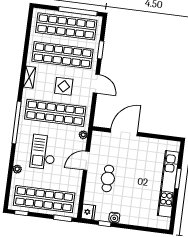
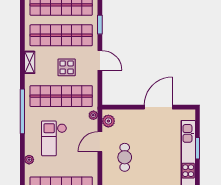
door: (124, 132) -> (158, 107), moved
plant: (97, 142) -> (108, 121), added

